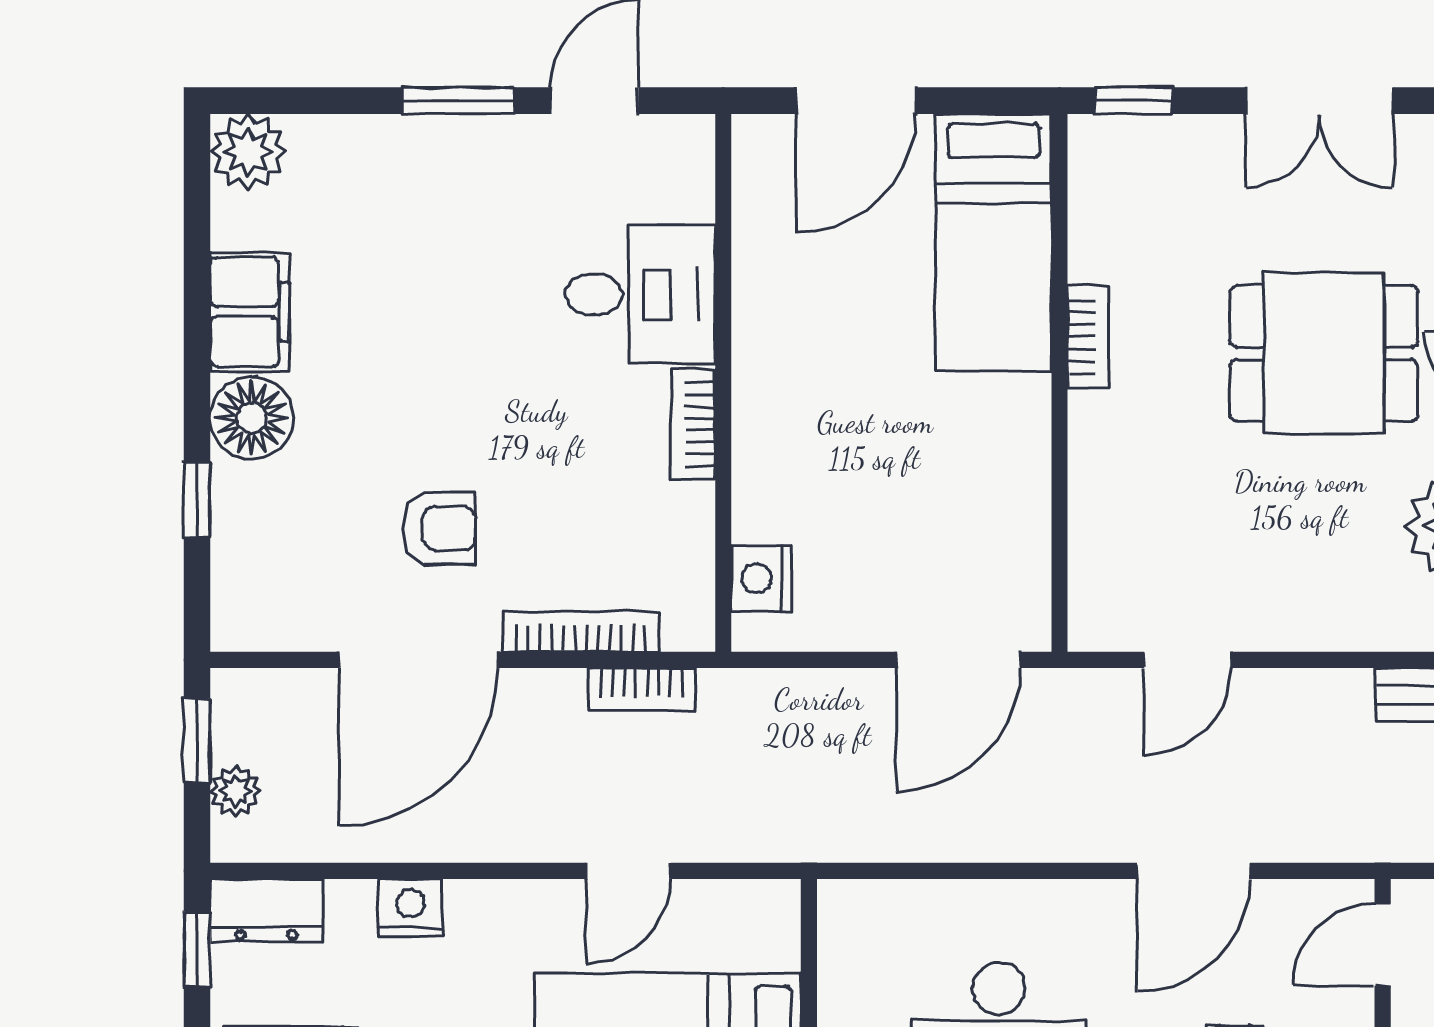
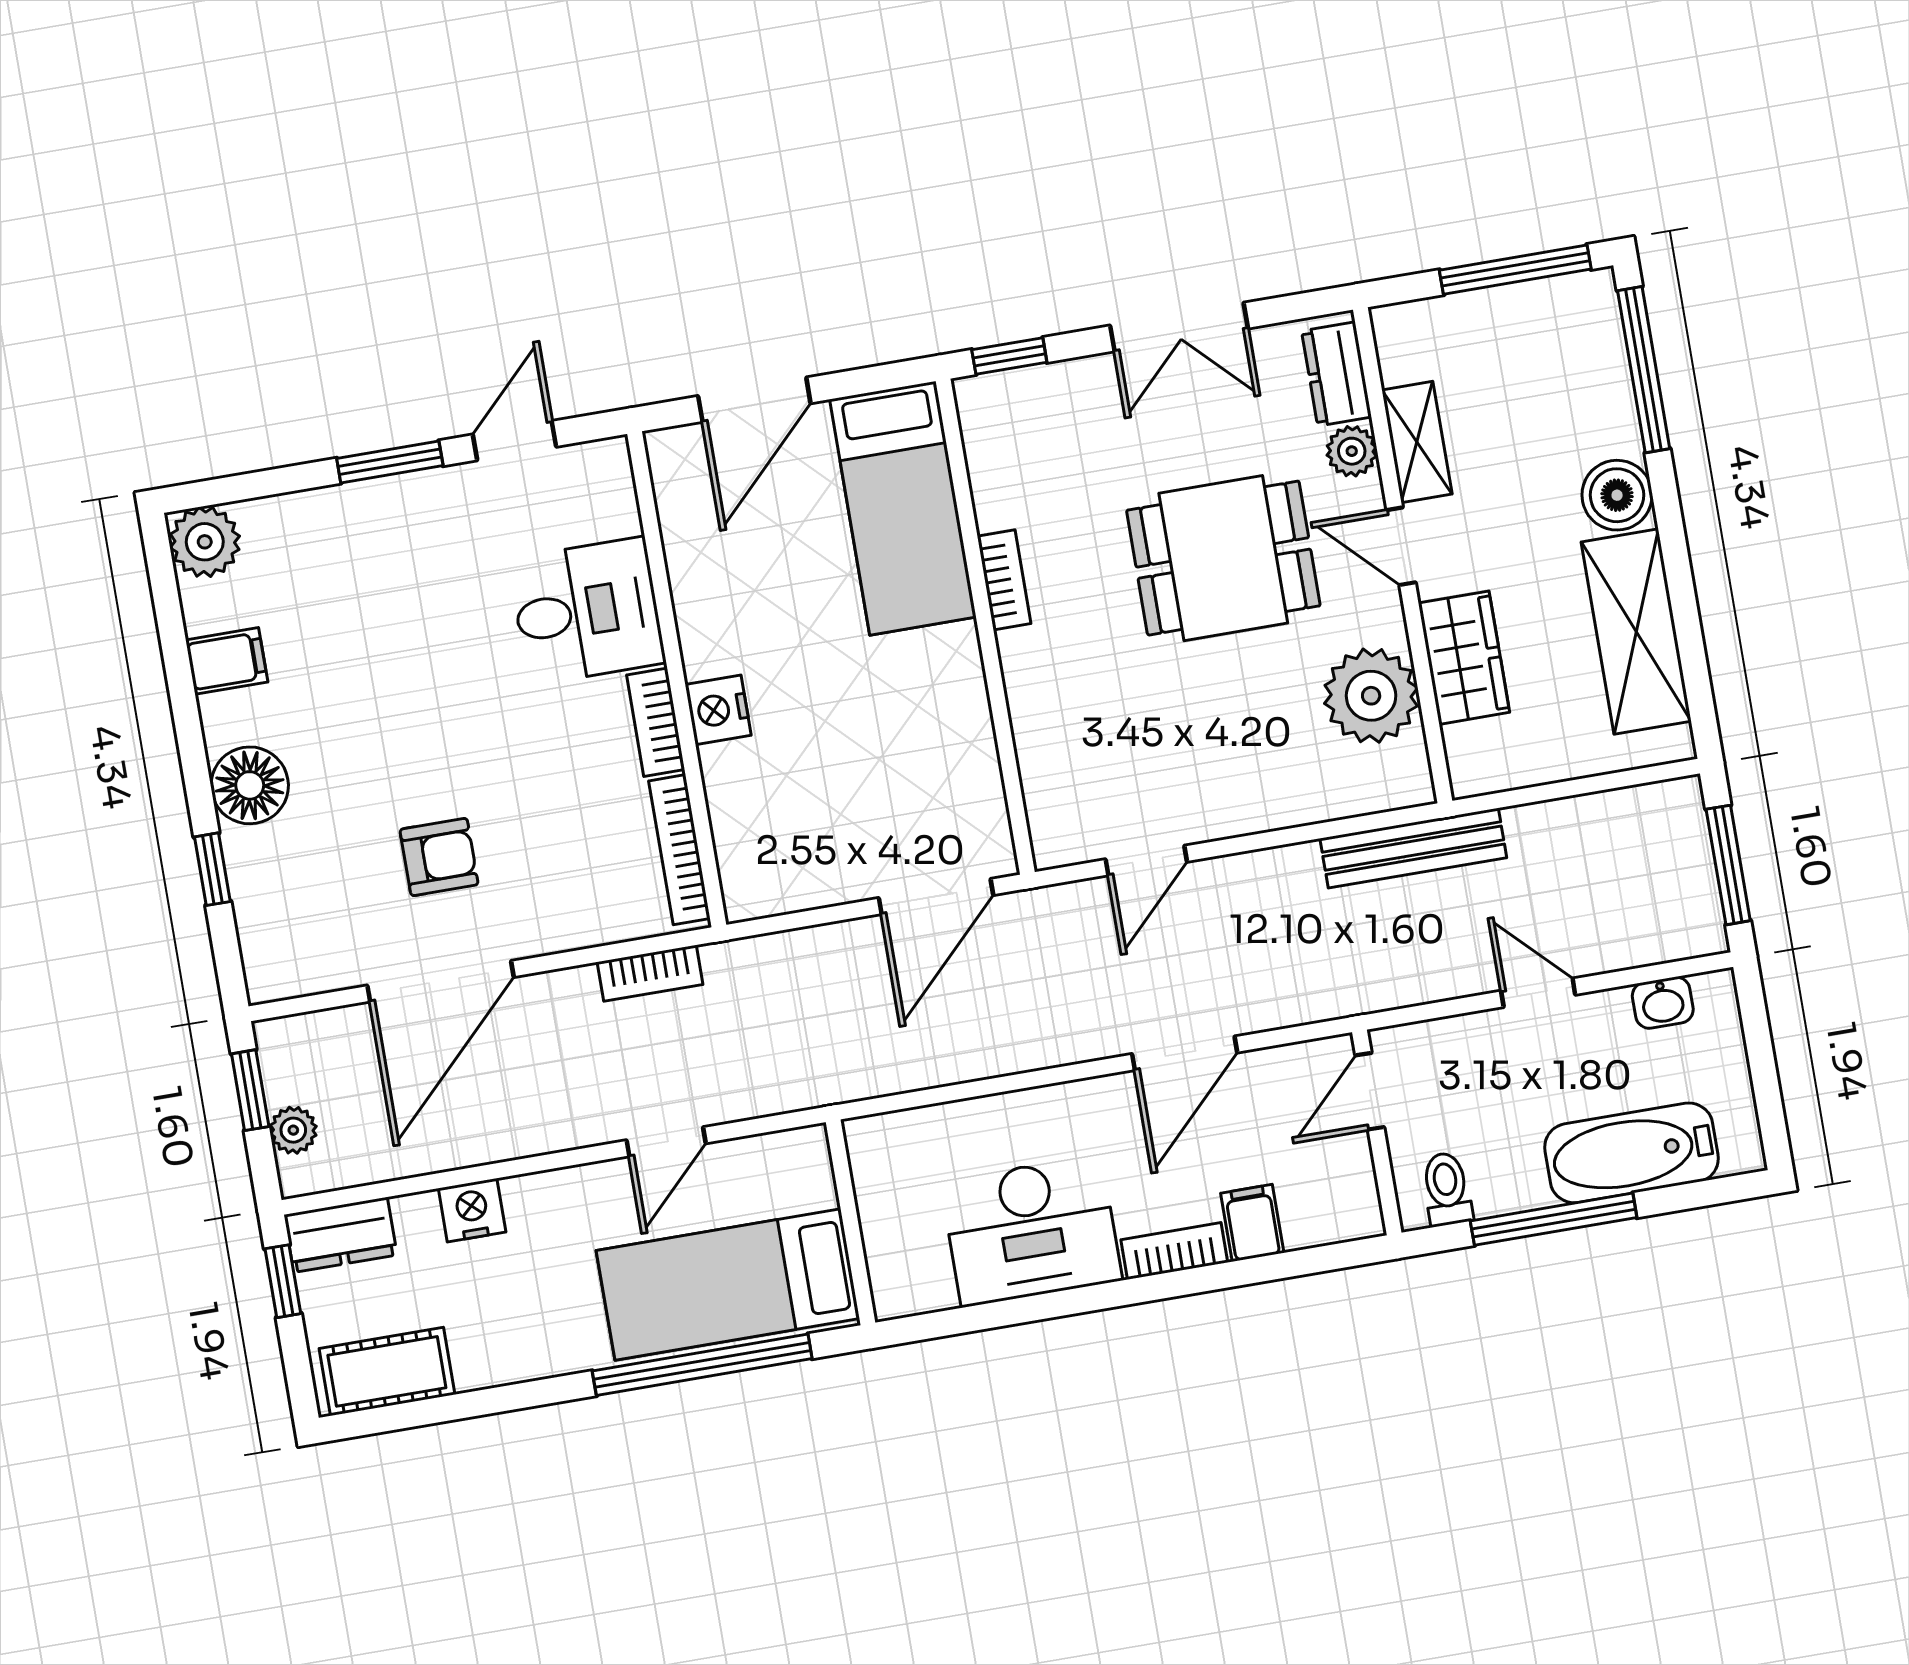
filing cabinet: (250, 312) -> (227, 661), width x0.50
nightstand: (761, 578) -> (718, 710), moved
bookcase: (581, 632) -> (679, 850), moved, turned -90

